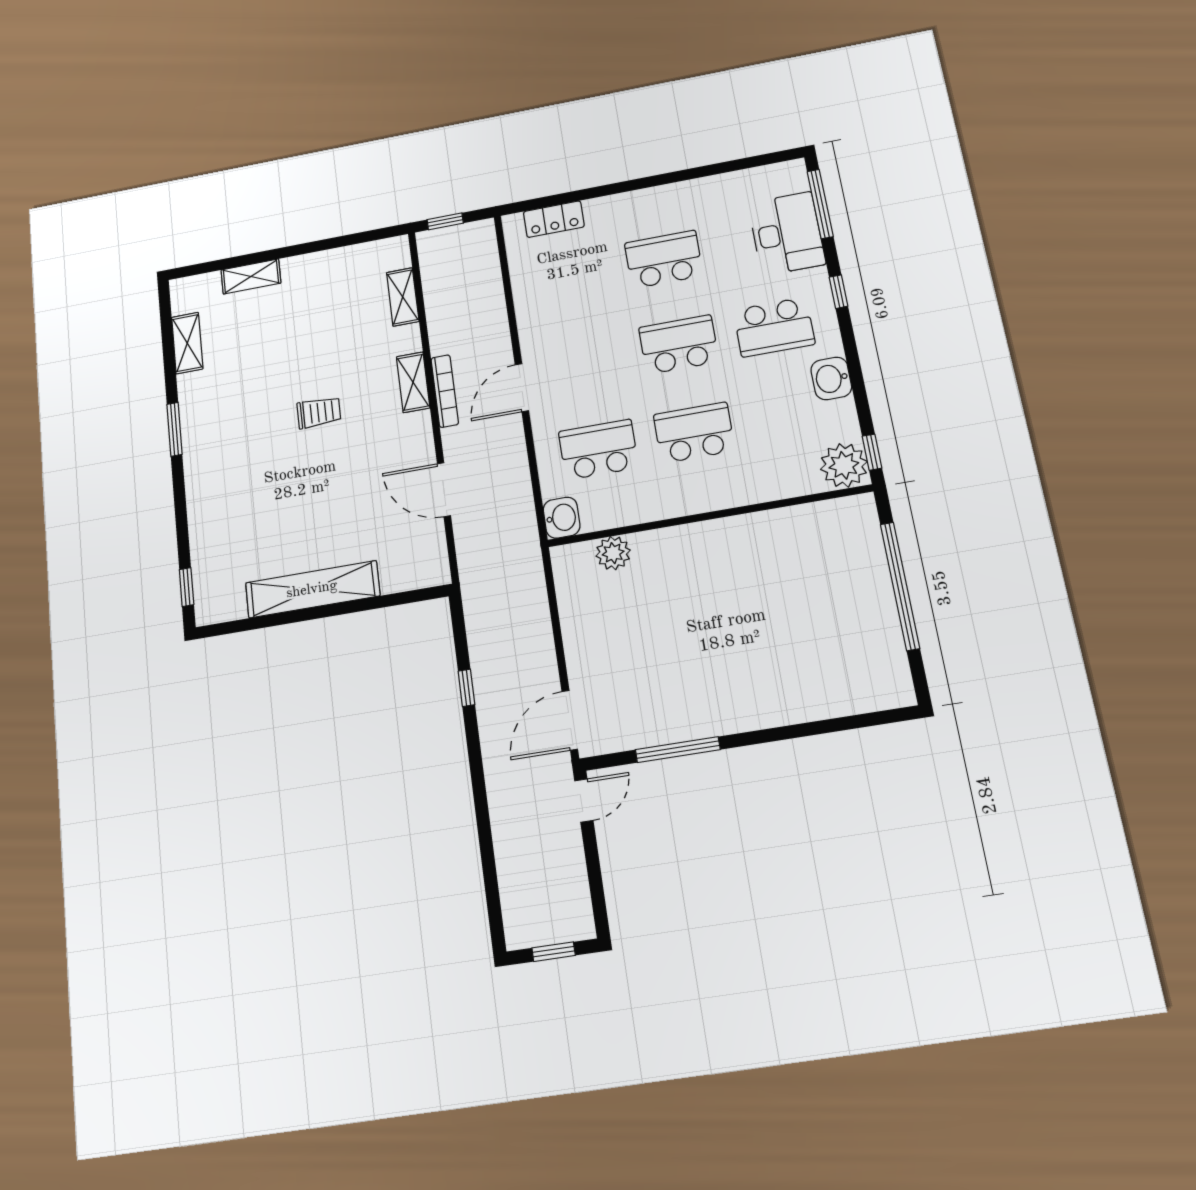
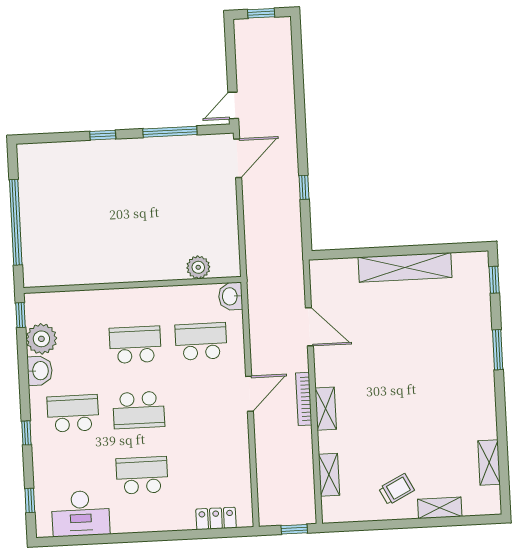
window: (820, 204) -> (30, 501), width x0.46
desk: (787, 234) -> (81, 513), moved, turned -90
school desk: (664, 259) -> (142, 475), turned 180
trolley: (319, 412) -> (397, 489), moved, turned 153
window: (175, 429) -> (498, 350), moved
school desk: (694, 433) -> (135, 345), turned 180
school desk: (598, 450) -> (201, 341), turned 180
plant: (844, 465) -> (41, 339), moved
window: (782, 733) -> (103, 135), added

